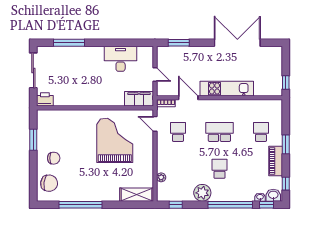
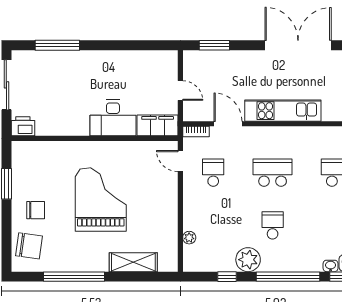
desk: (121, 59) -> (113, 118), moved, turned 180
grand piano: (115, 140) -> (101, 199), moved
shelving: (137, 195) -> (133, 262), moved
window: (176, 205) -> (227, 277), moved

